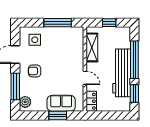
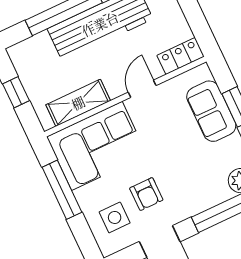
corner sofa: (69, 47) -> (97, 146), added
armchair: (35, 71) -> (146, 194), moved

